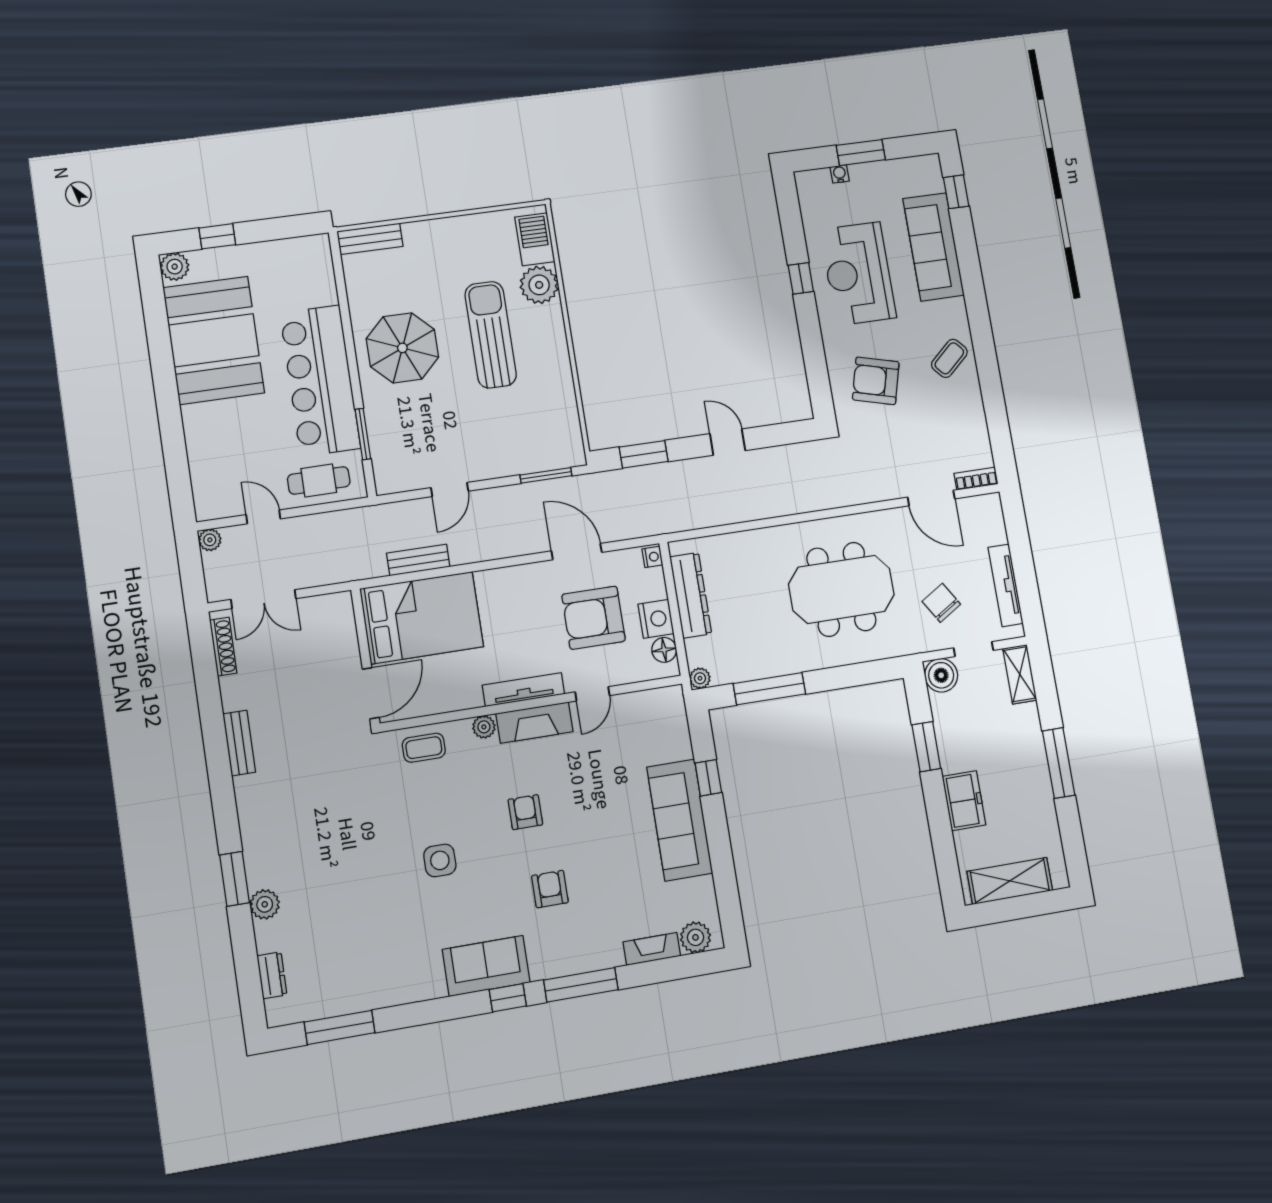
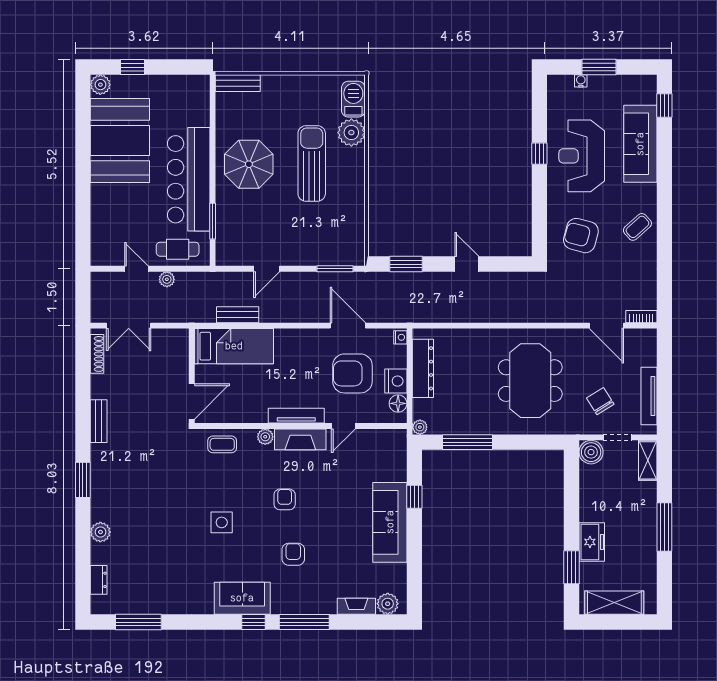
plant: (210, 540) -> (167, 279), moved
meeting table: (841, 589) -> (530, 381), turned 90
bed: (422, 618) -> (234, 346), width x0.67
window: (926, 747) -> (572, 567), moved
window: (234, 879) -> (83, 480), moved

